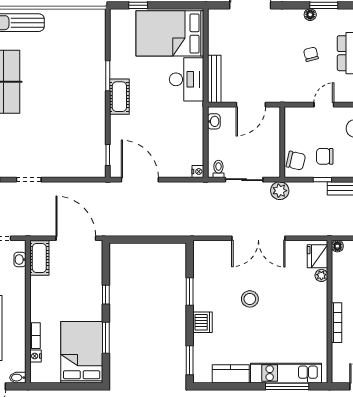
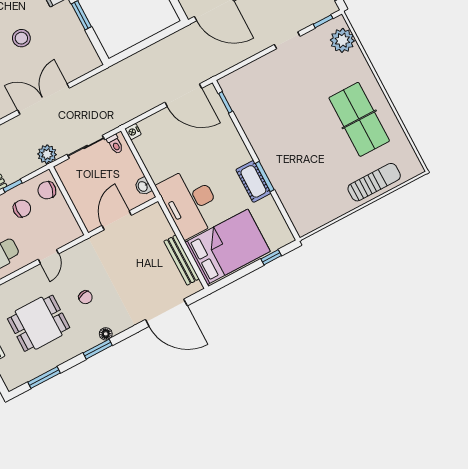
desk: (187, 79) -> (190, 202), width x1.36, depth x1.30
bench: (214, 79) -> (182, 260), moved
cot: (119, 97) -> (253, 181), moved

